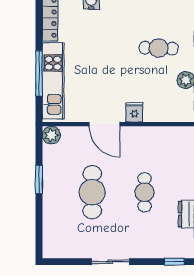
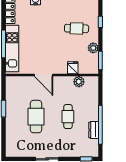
fridge: (134, 112) -> (73, 68), moved
plant: (51, 135) -> (79, 82), moved

